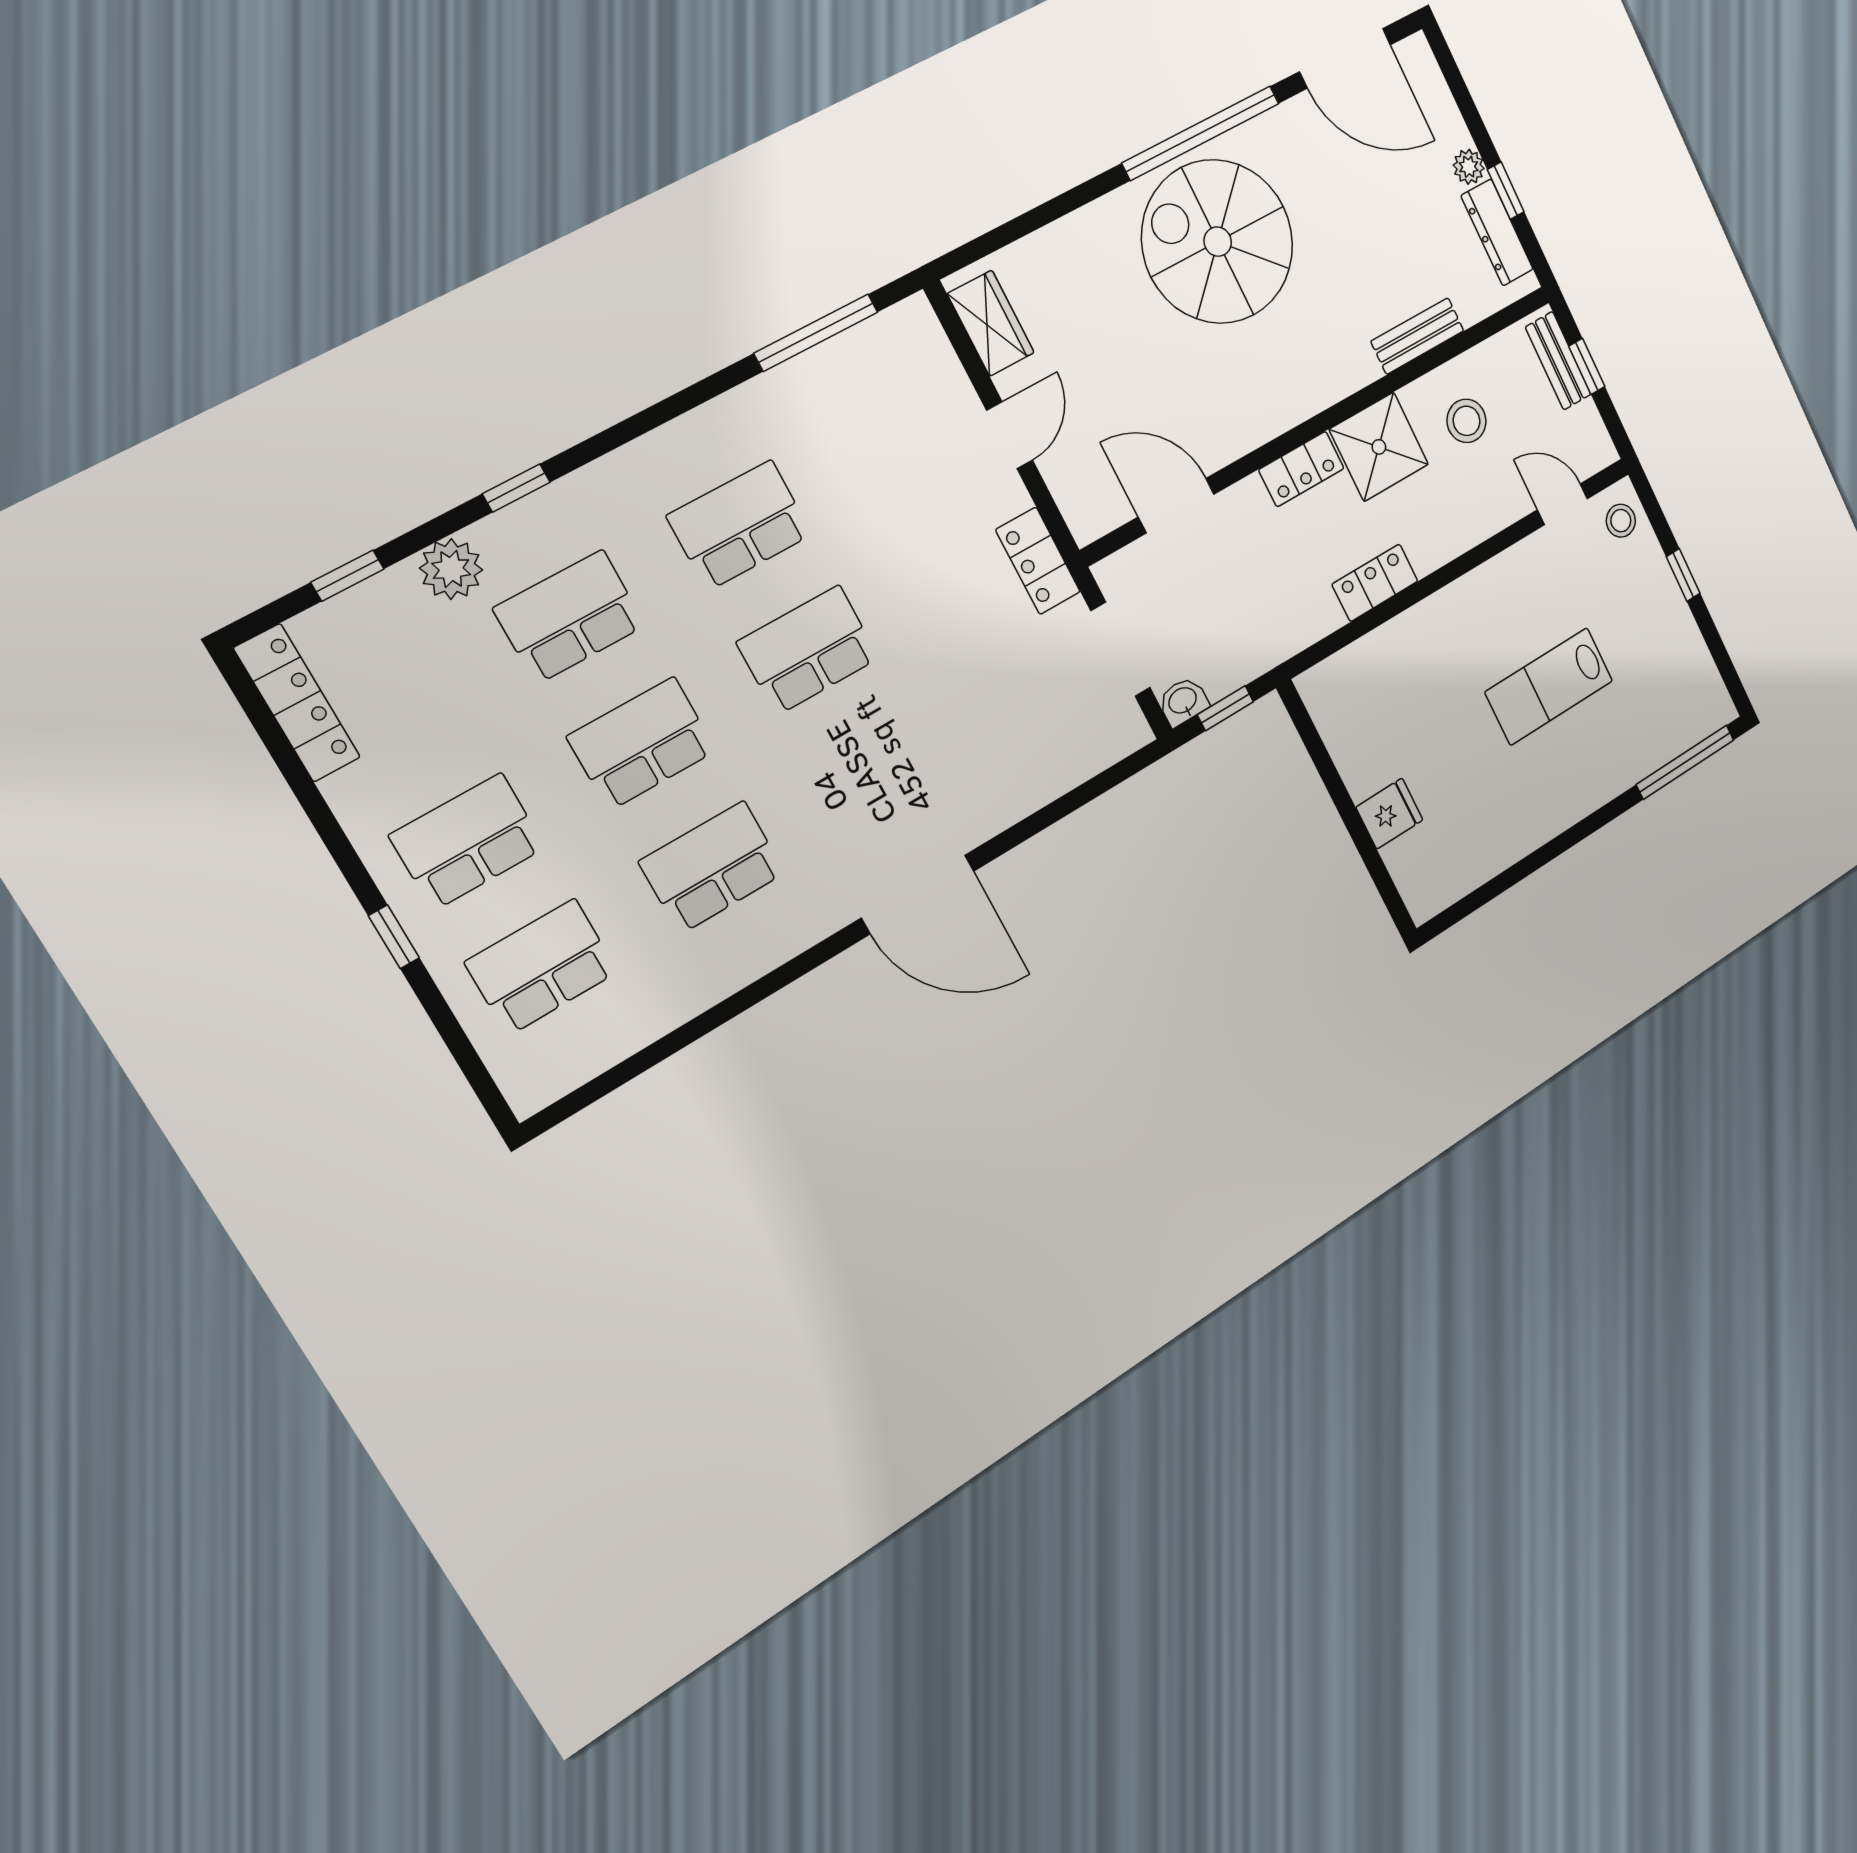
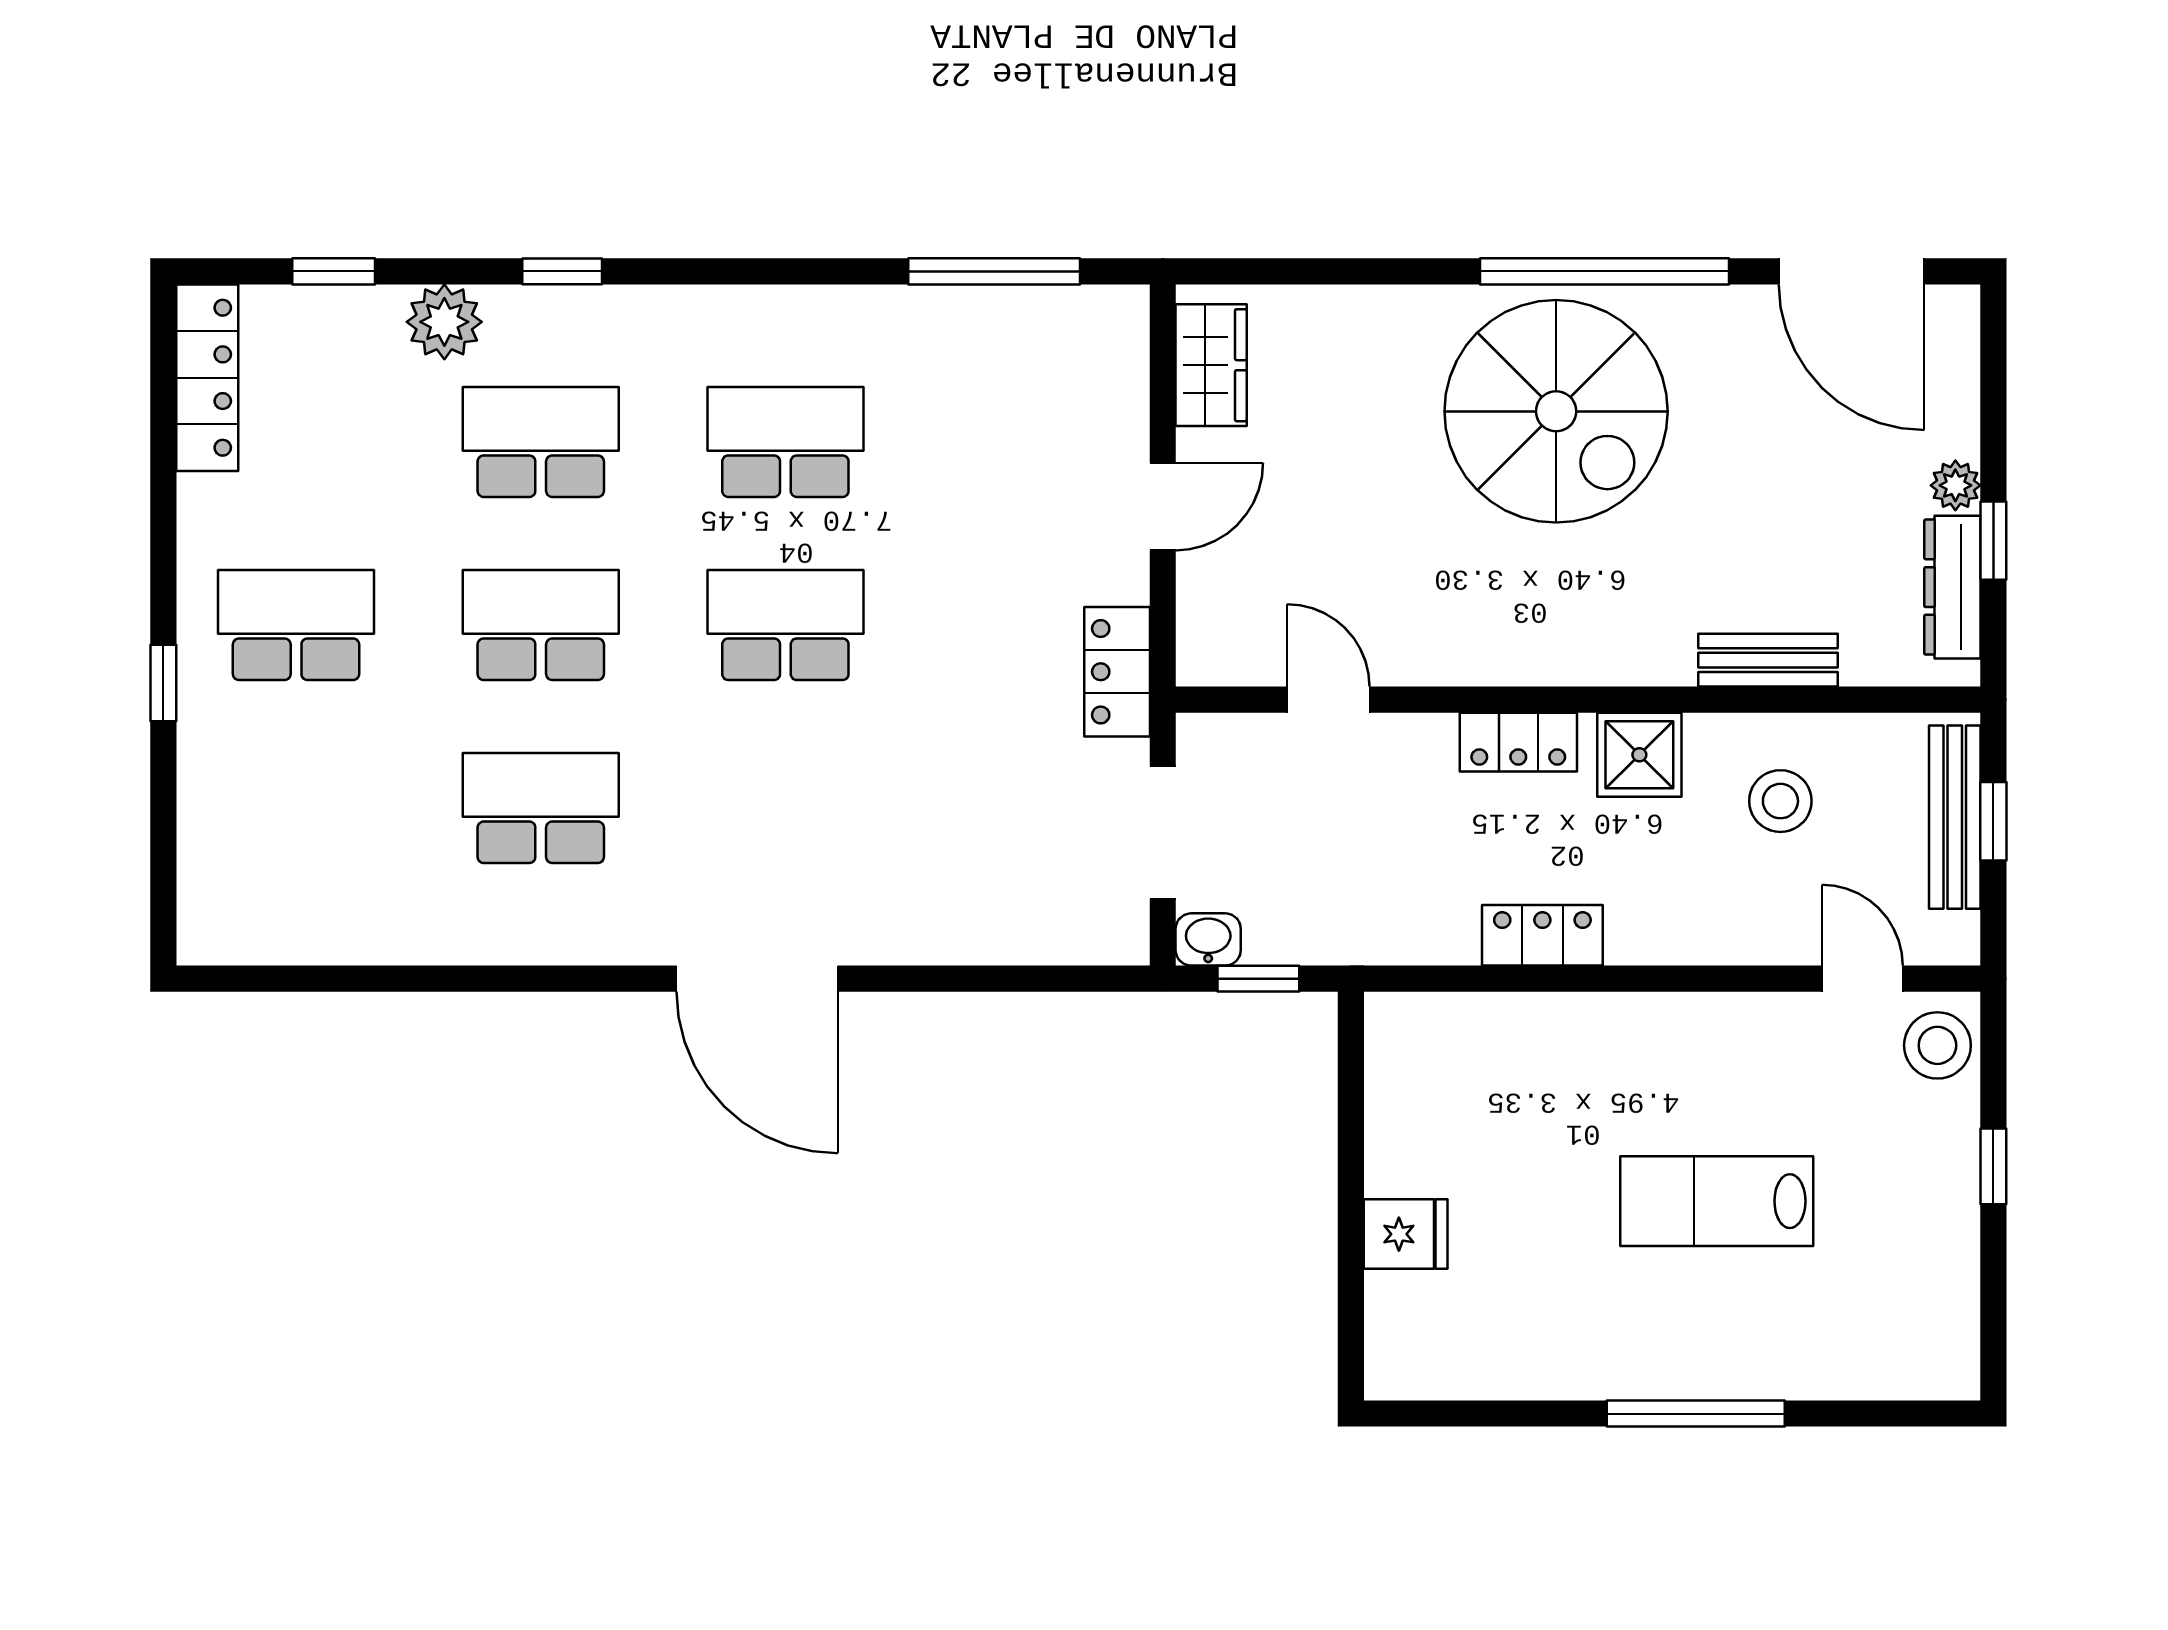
spiral stairs: (1218, 242) -> (1556, 411), turned 180
bench: (1558, 361) -> (1955, 817), width x1.36
shower: (1379, 447) -> (1639, 755), width x0.73, depth x0.73
door: (1176, 506) -> (1328, 700), width x0.73
stool: (1621, 521) -> (1937, 1045), width x1.37, depth x1.37
window: (1685, 762) -> (1696, 1414), moved
school desk: (542, 967) -> (296, 808), removed

